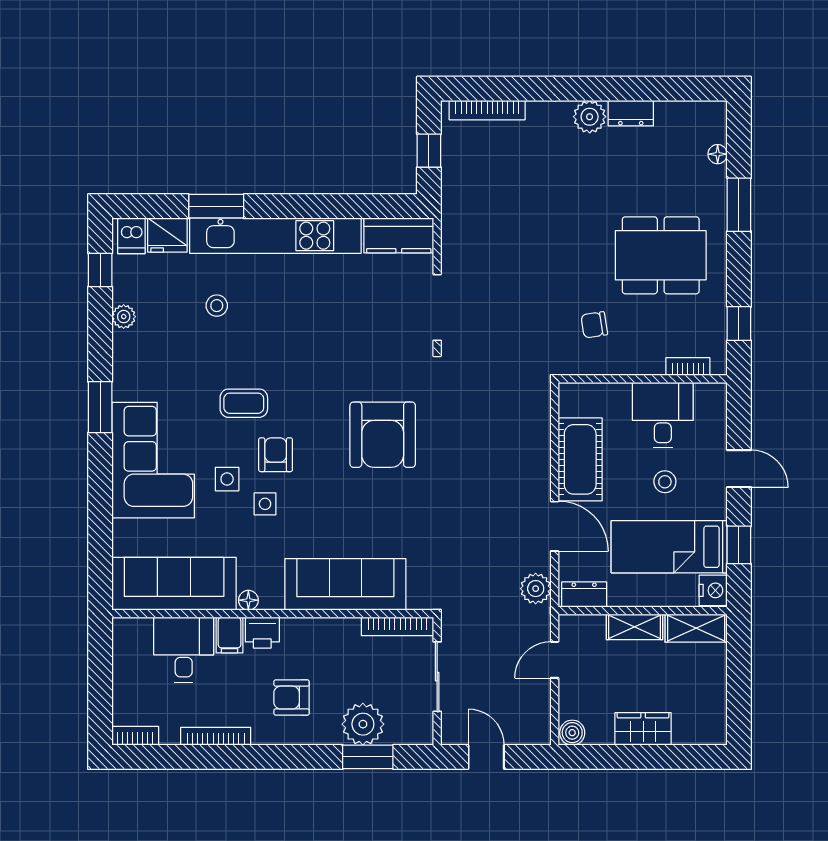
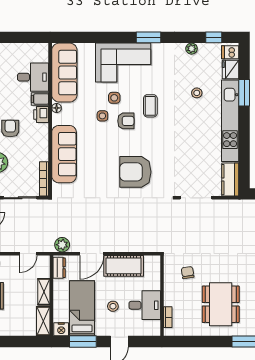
window: (739, 324) -> (188, 341), removed
window: (739, 545) -> (83, 341), width x1.50
door: (555, 660) -> (28, 254), swing flipped

